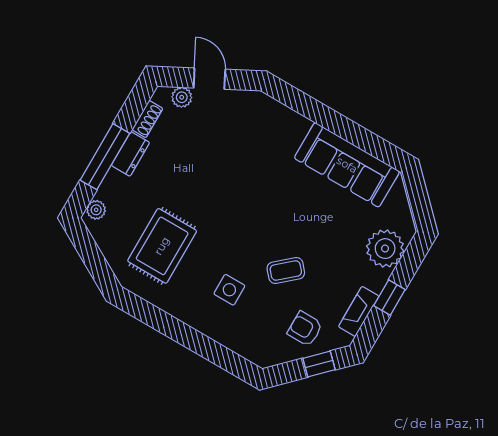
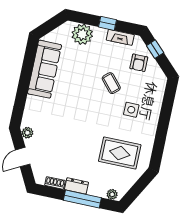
plant: (182, 97) -> (27, 133), moved

